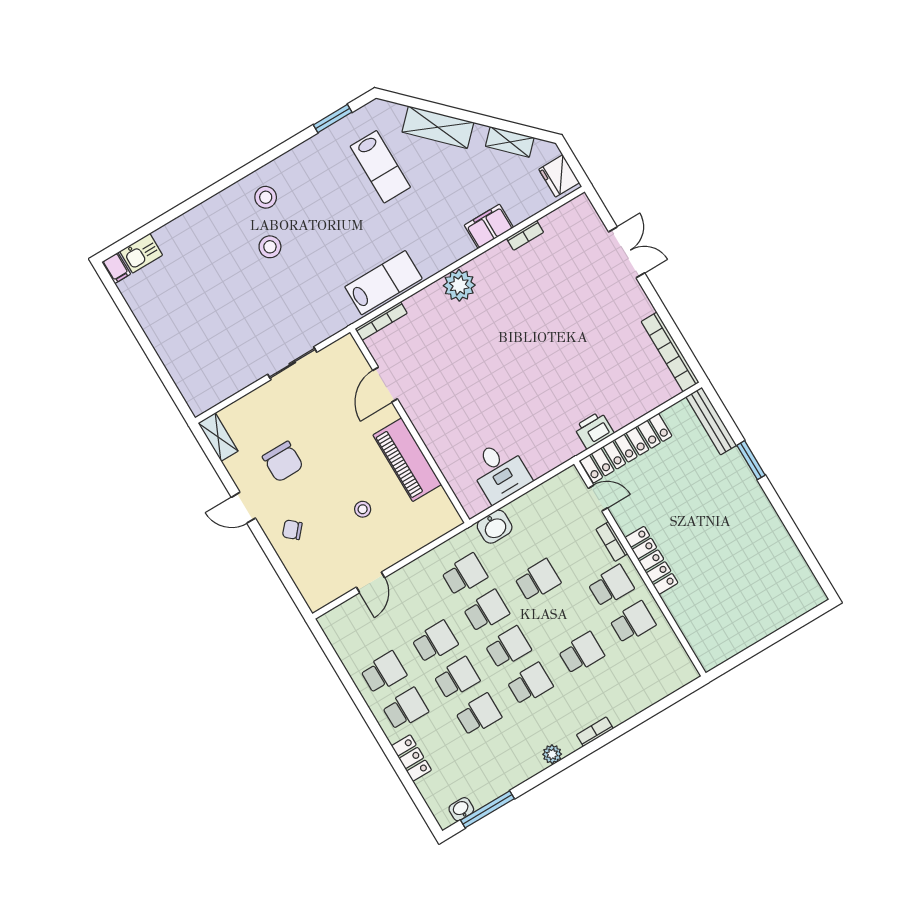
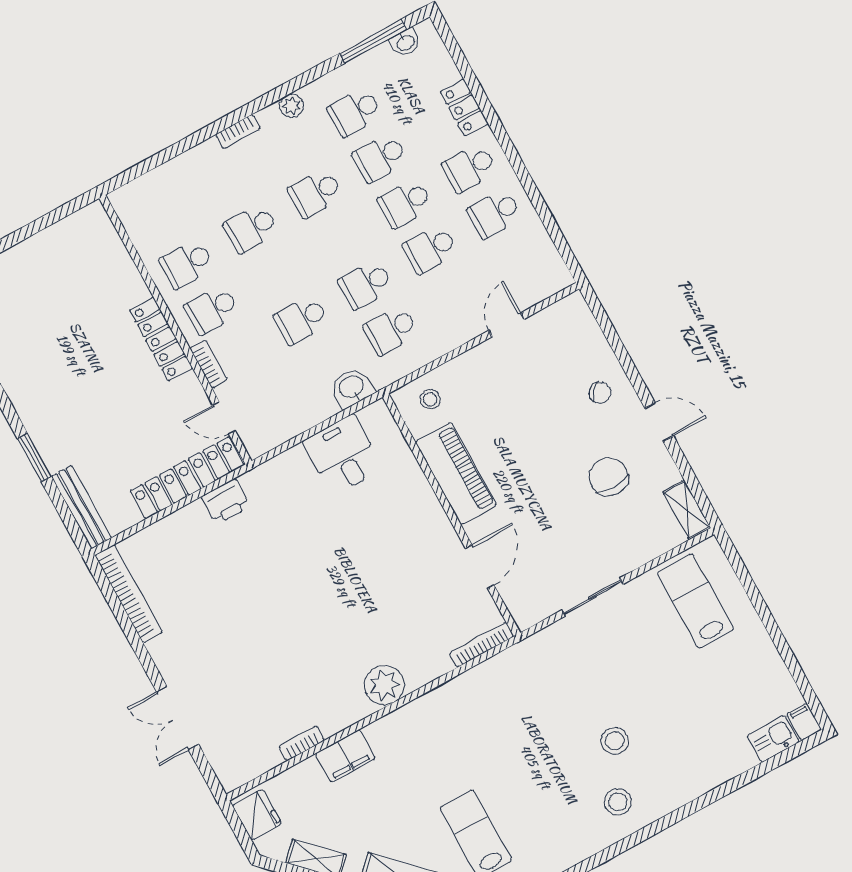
lab bench: (383, 283) -> (695, 601), moved, turned 90
stool: (363, 509) -> (430, 399), moved
school desk: (508, 647) -> (355, 112), moved

